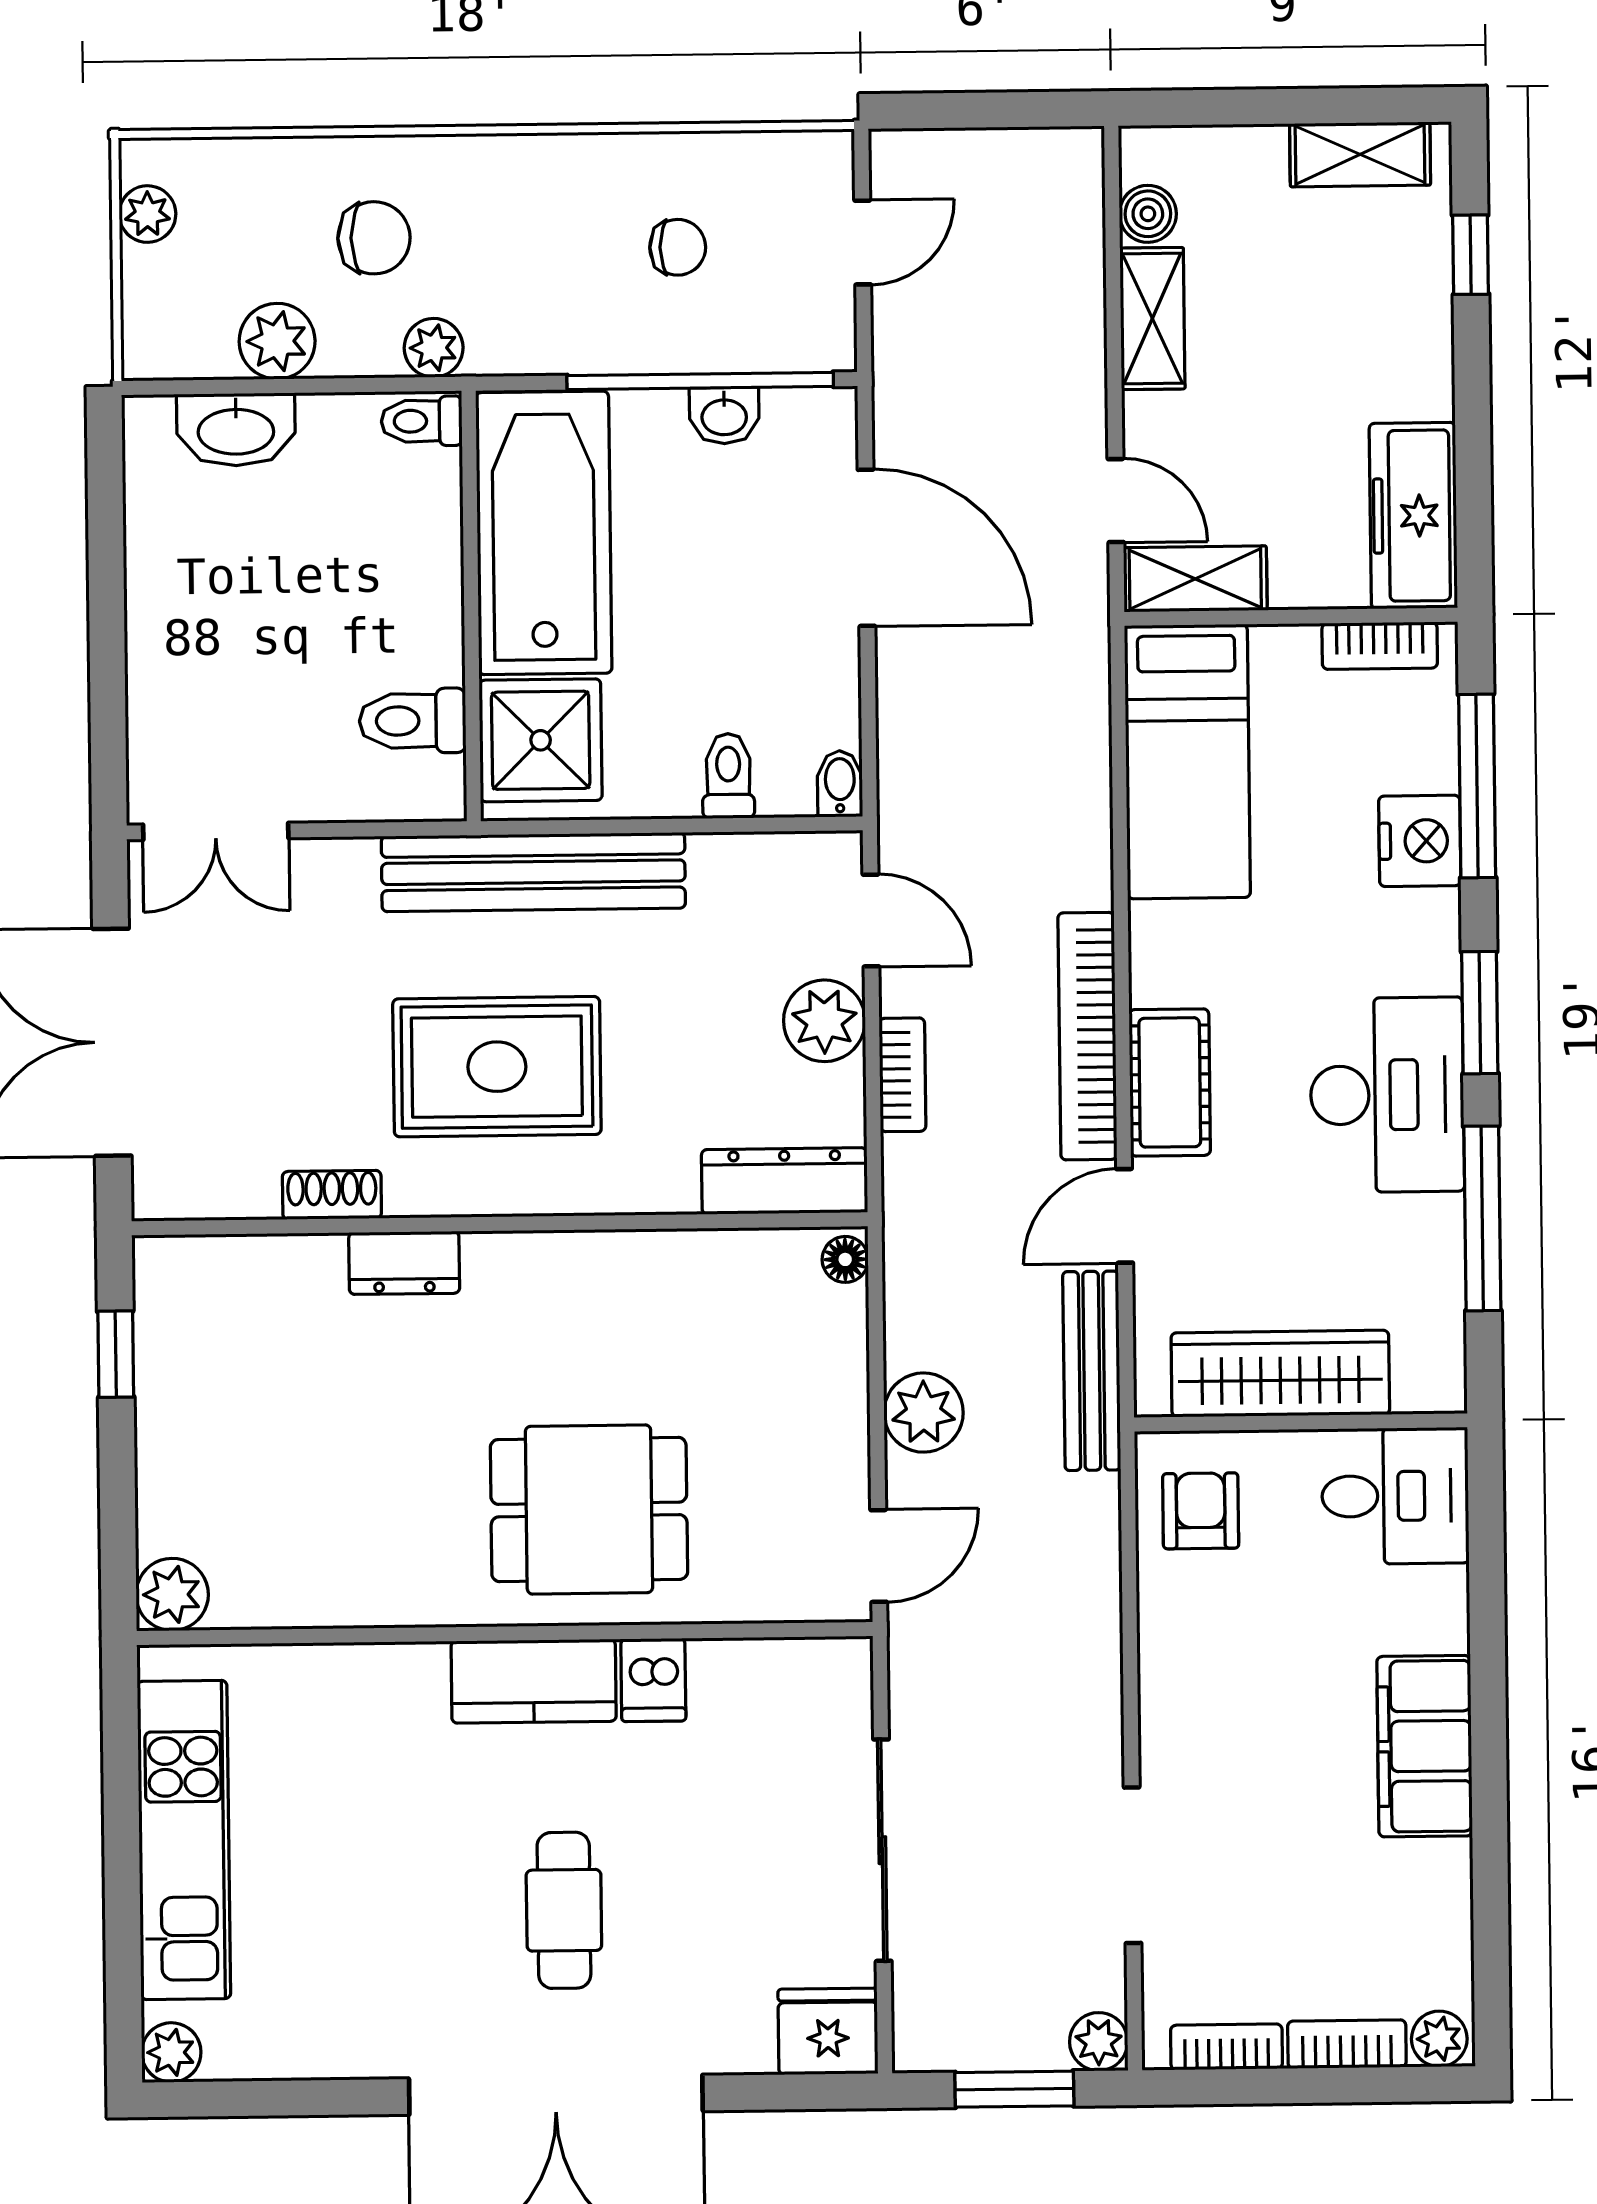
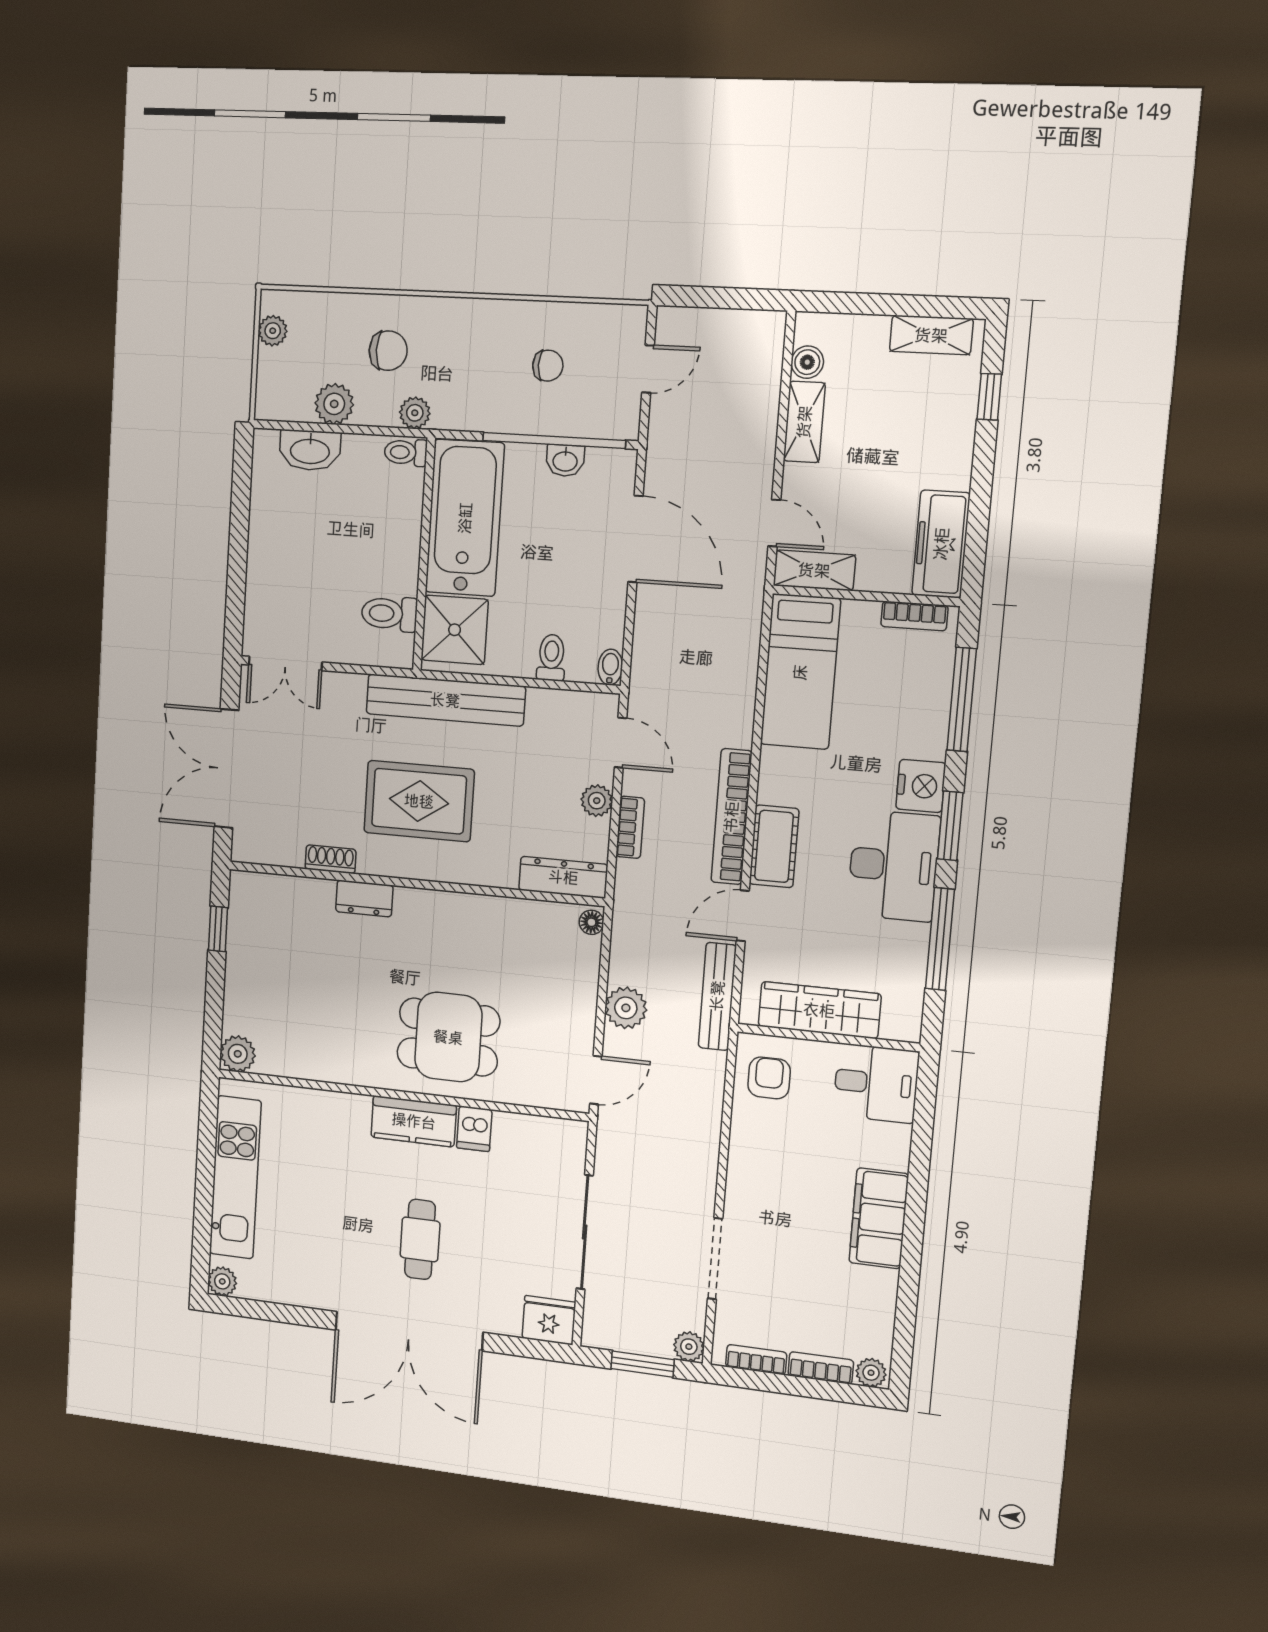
nightstand: (1420, 841) -> (921, 786), moved
plant: (824, 1021) -> (597, 801), width x0.73, depth x0.73

